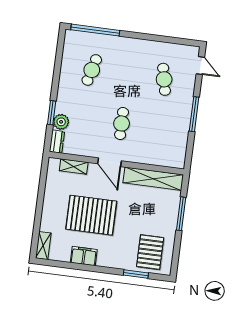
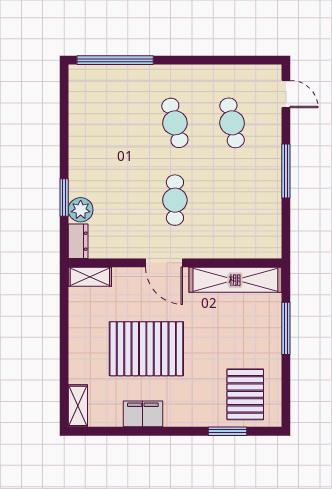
cafe table: (92, 70) -> (175, 123), moved, turned -30
shelving: (74, 167) -> (90, 277), moved

